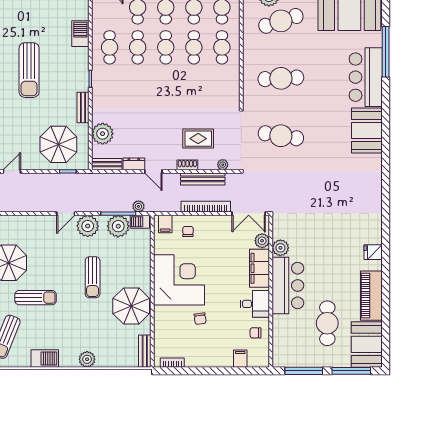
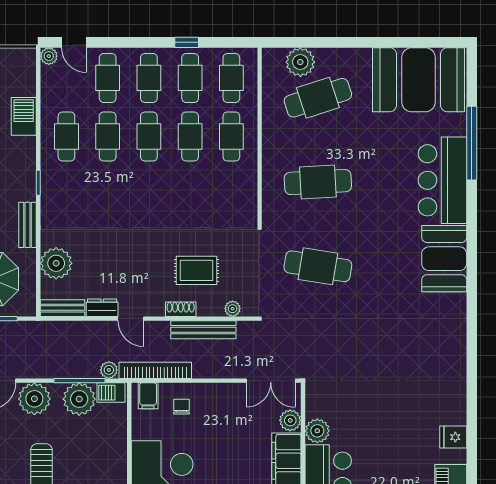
bookcase: (206, 207) -> (155, 370), moved

